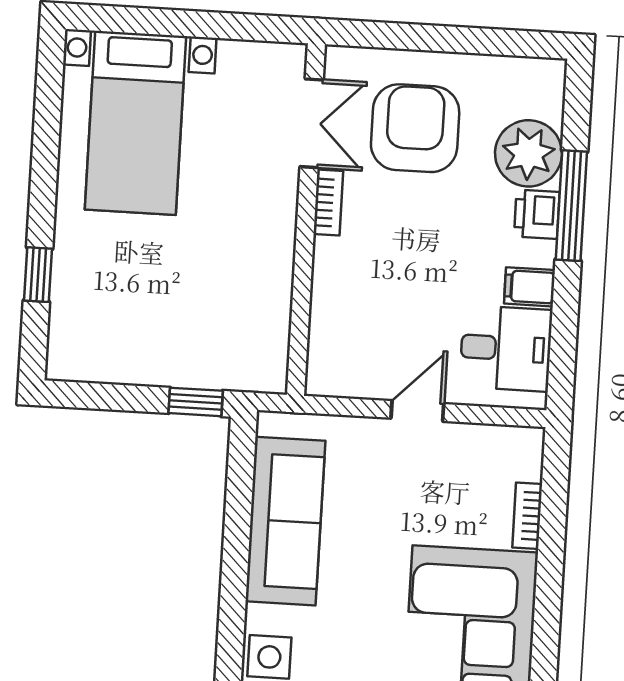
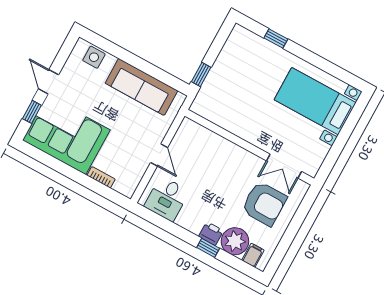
bookcase: (328, 203) -> (252, 159), removed
window: (571, 206) -> (208, 248), width x0.46
filing cabinet: (529, 287) -> (253, 255), moved

